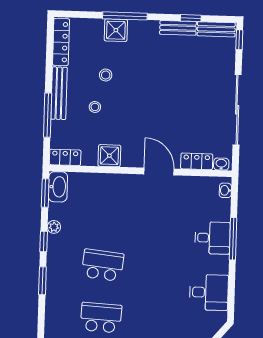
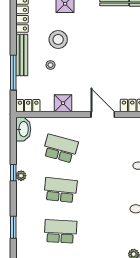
stool: (106, 75) -> (58, 39), width x1.89, depth x1.89
window: (45, 193) -> (13, 134), removed
school desk: (104, 213) -> (60, 148), added
plant: (54, 227) -> (21, 176), moved
window: (42, 281) -> (13, 227), moved

